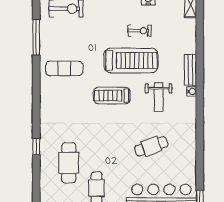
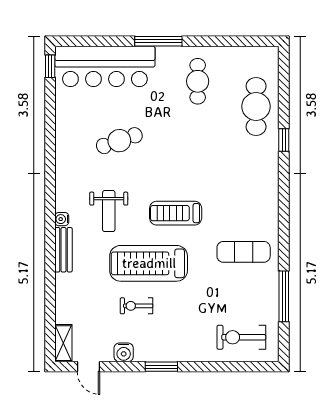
treadmill: (112, 96) -> (176, 213), turned 180
weight bench: (159, 97) -> (109, 211), turned 180
cafe table: (69, 163) -> (256, 106), moved

